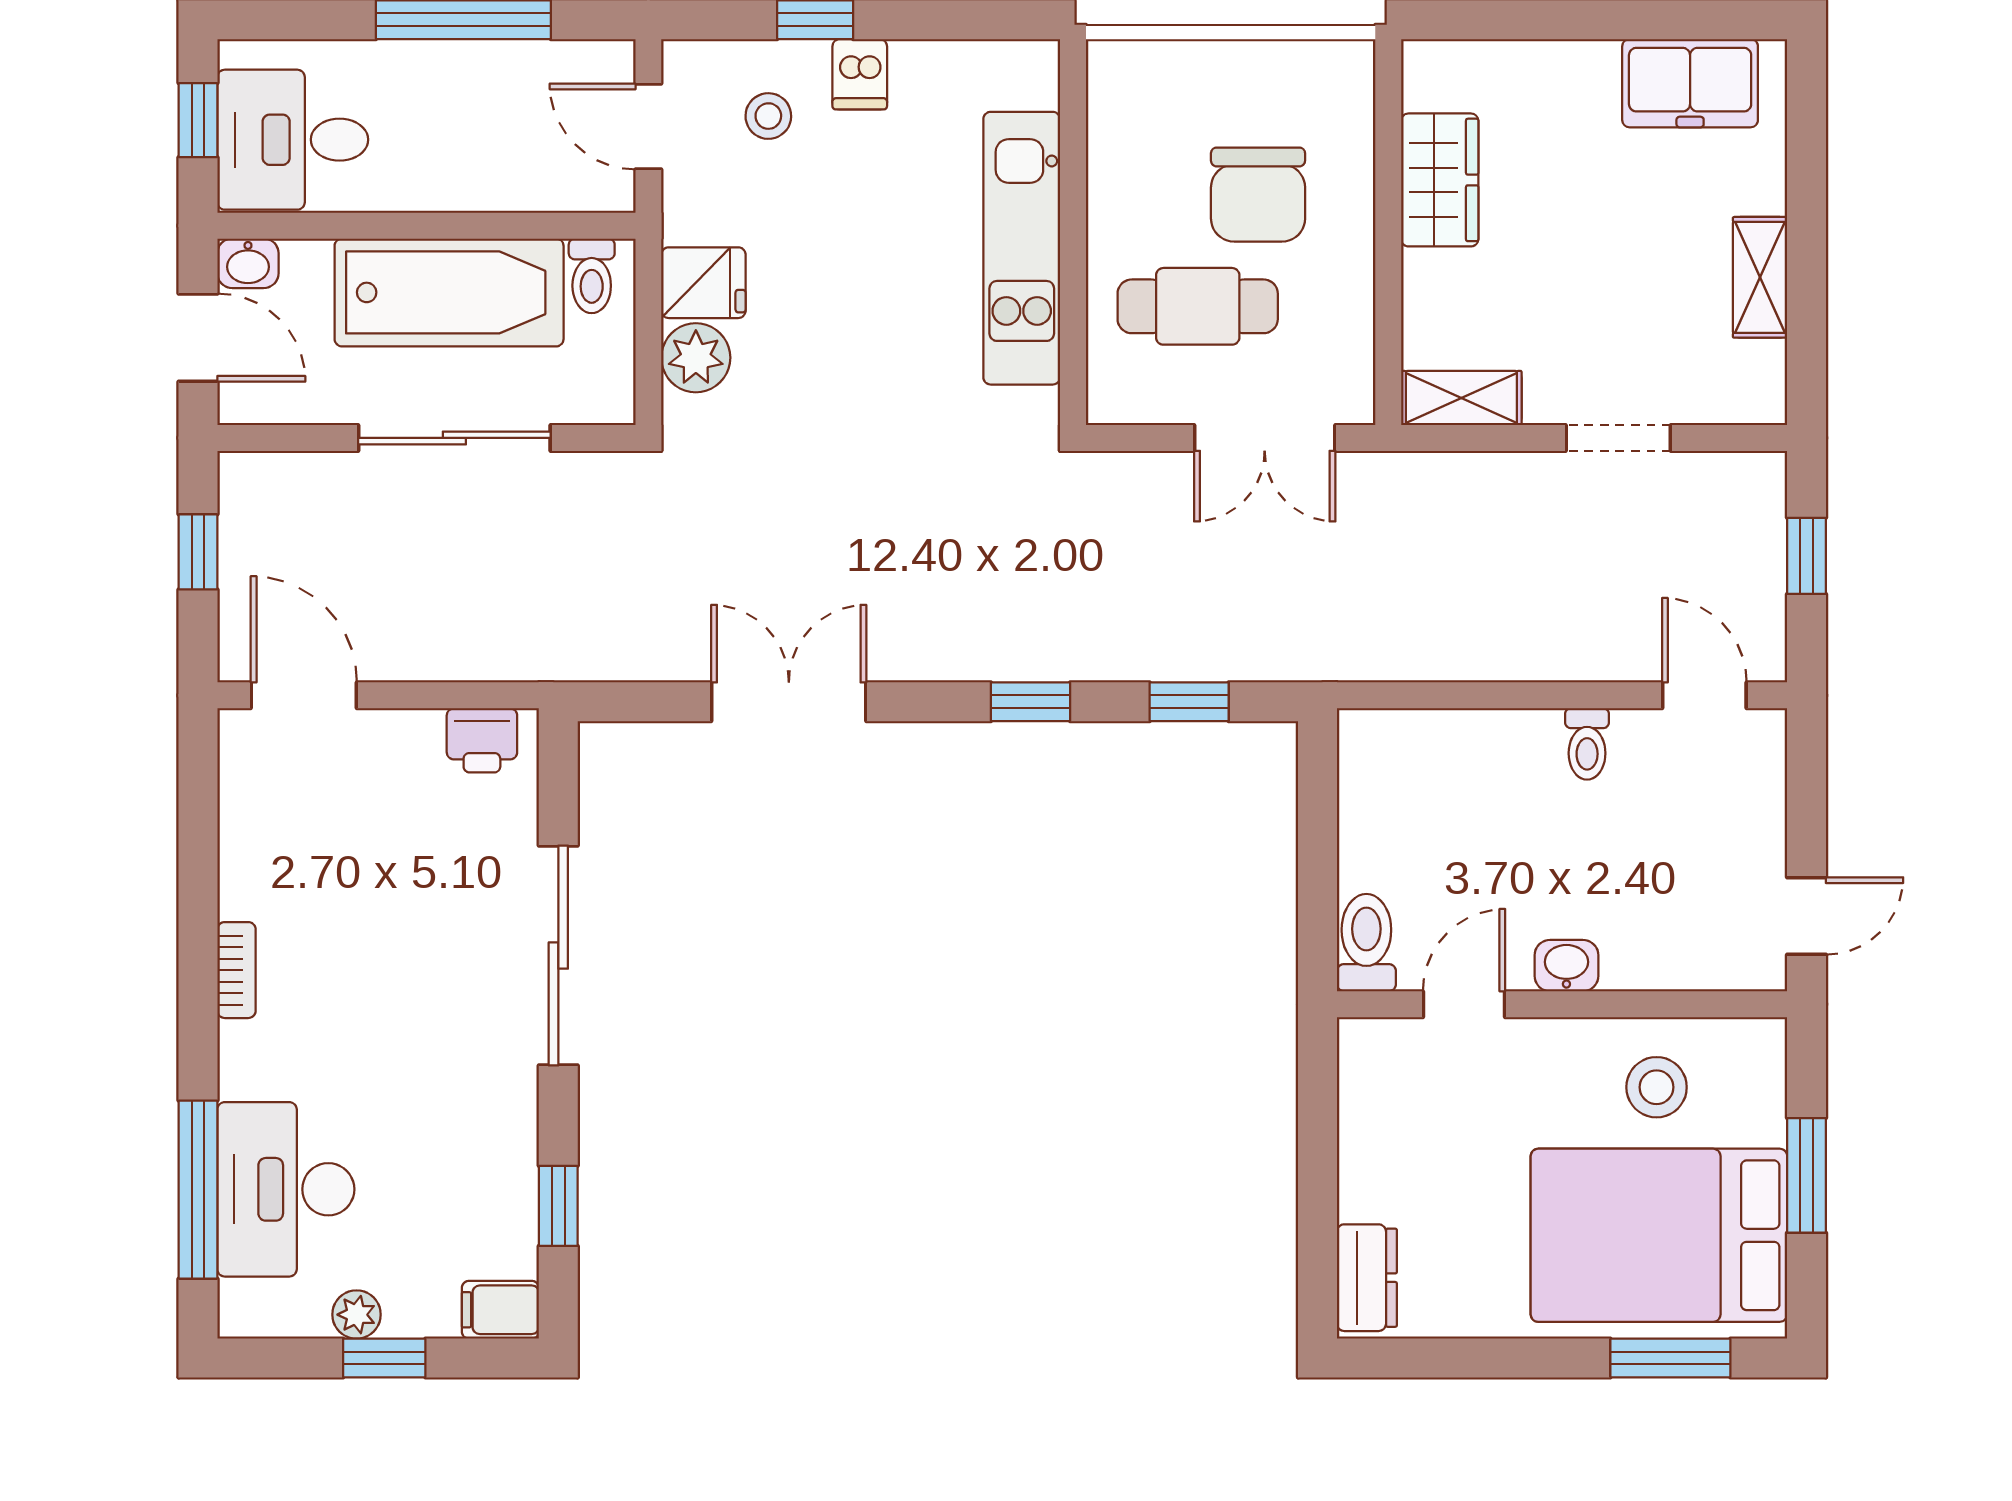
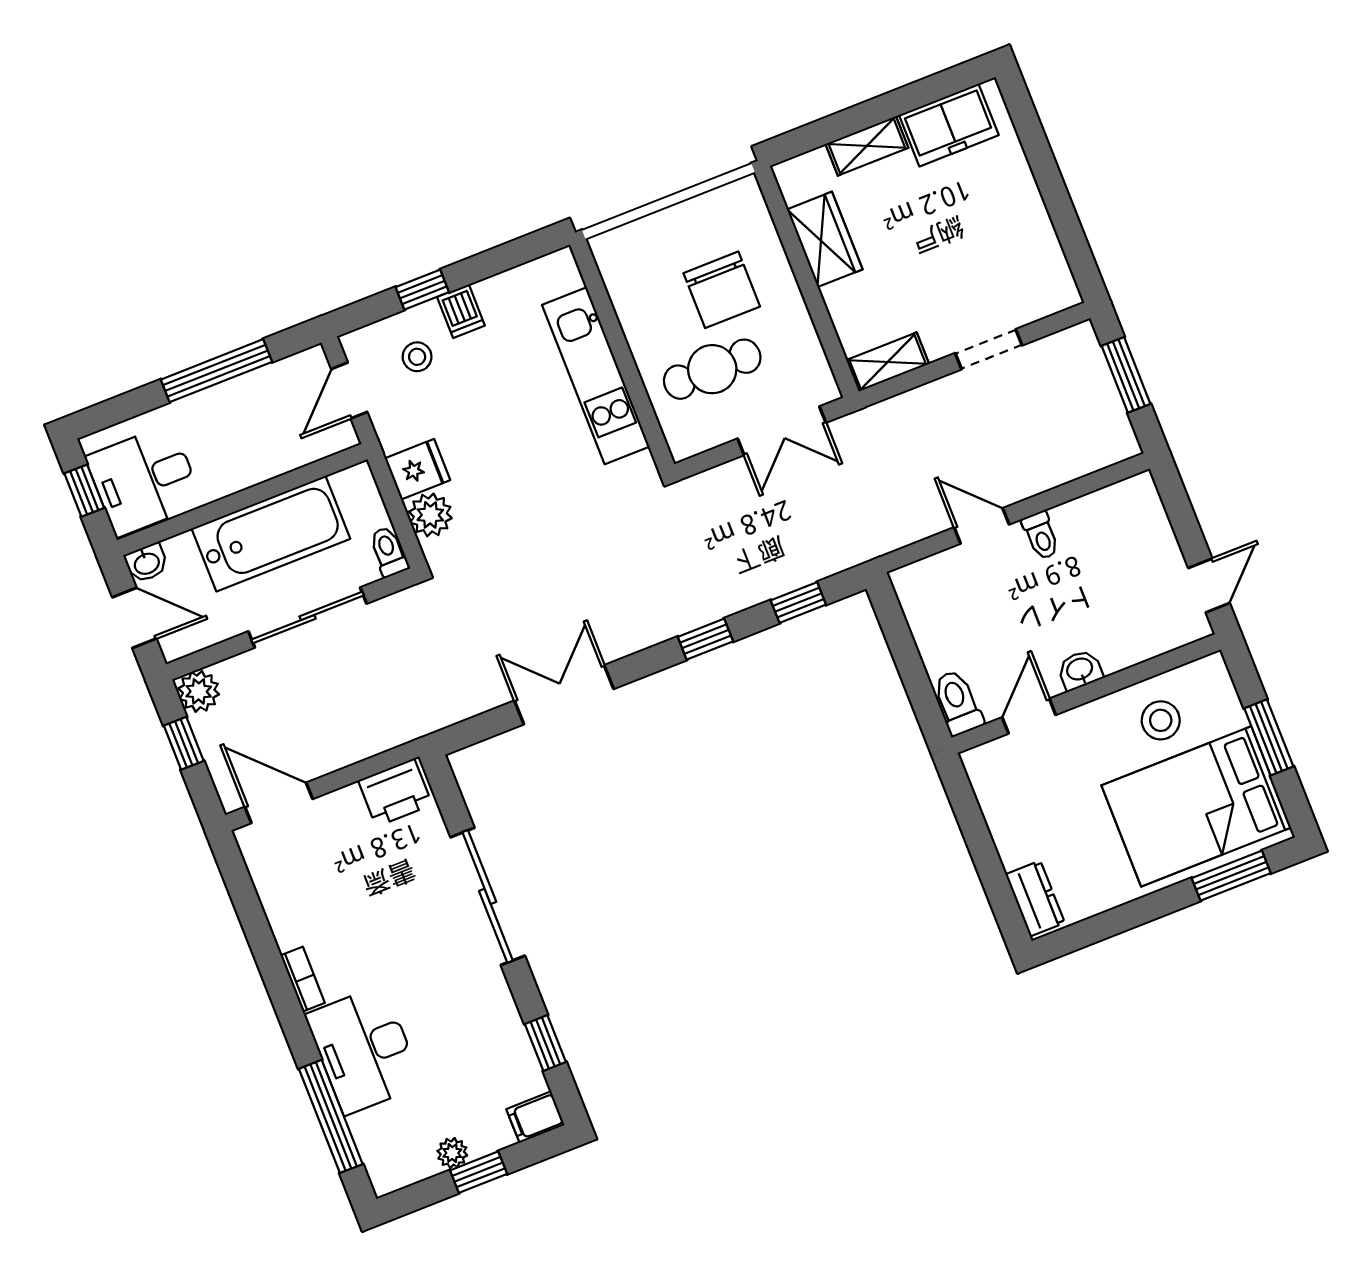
door: (648, 126) -> (349, 391), hinge flipped
toilet: (592, 276) -> (389, 552), moved, turned 180
shelving: (1760, 277) -> (867, 146), moved, turned 90
plant: (250, 484) -> (199, 691), added
window: (1806, 556) -> (1126, 375), width x1.50
door: (1704, 695) -> (982, 526), moved
printer: (482, 740) -> (395, 793), width x1.36, depth x1.24
desk: (286, 1189) -> (364, 1050), moved

